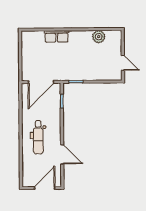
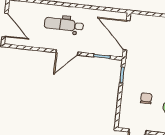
chair: (93, 59) -> (146, 98), added
door: (62, 154) -> (67, 52), moved

